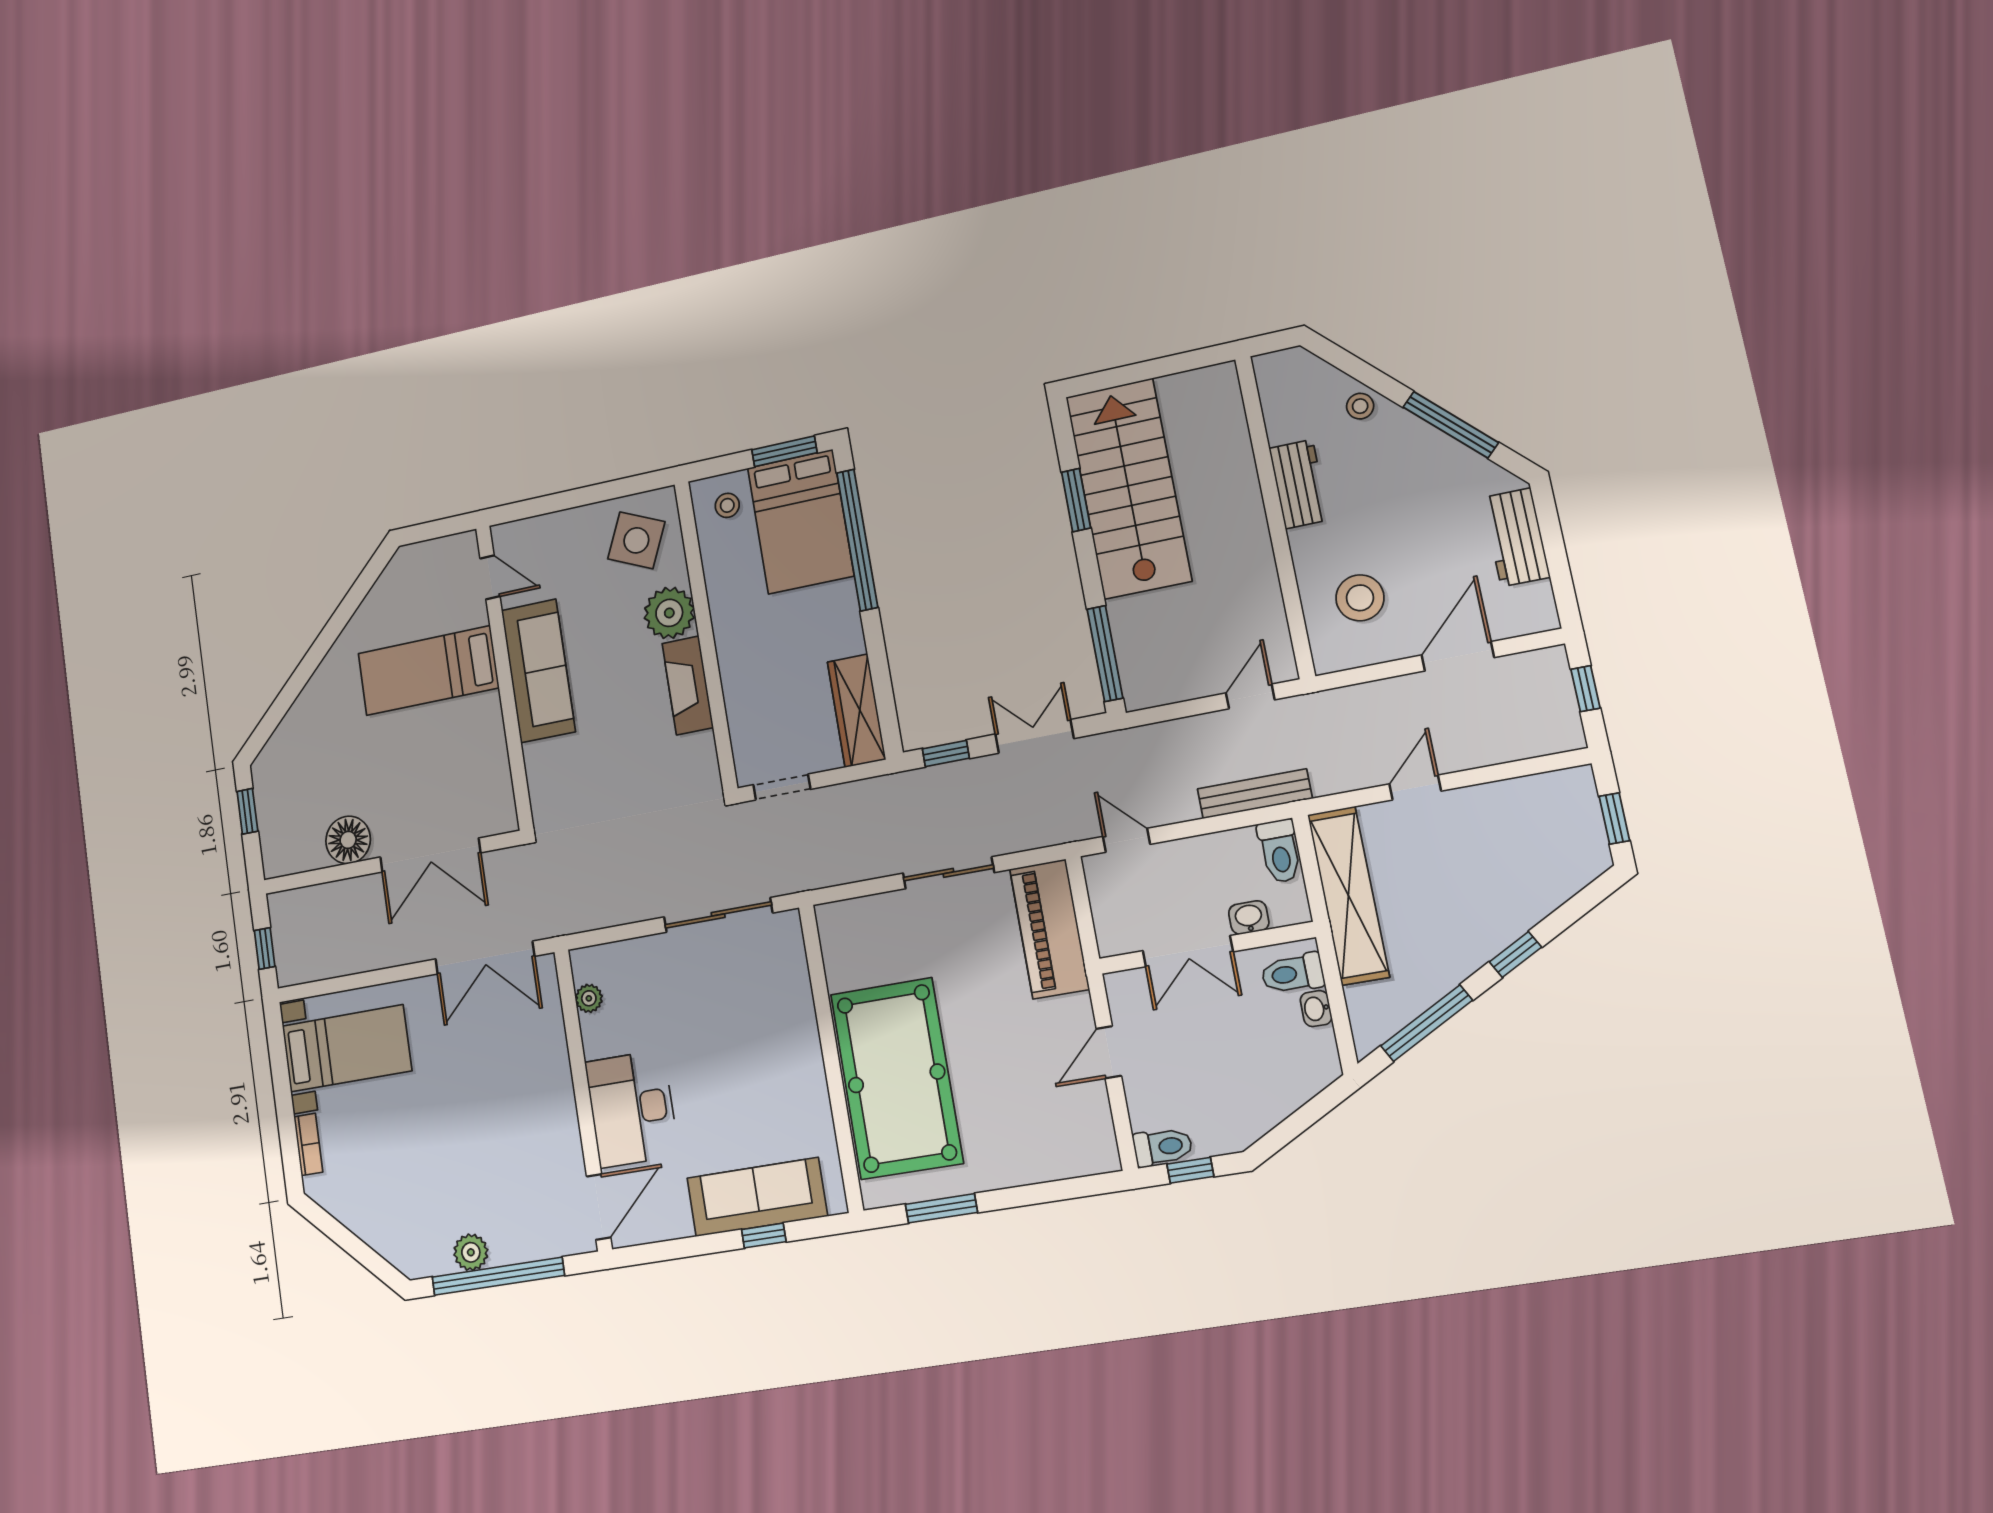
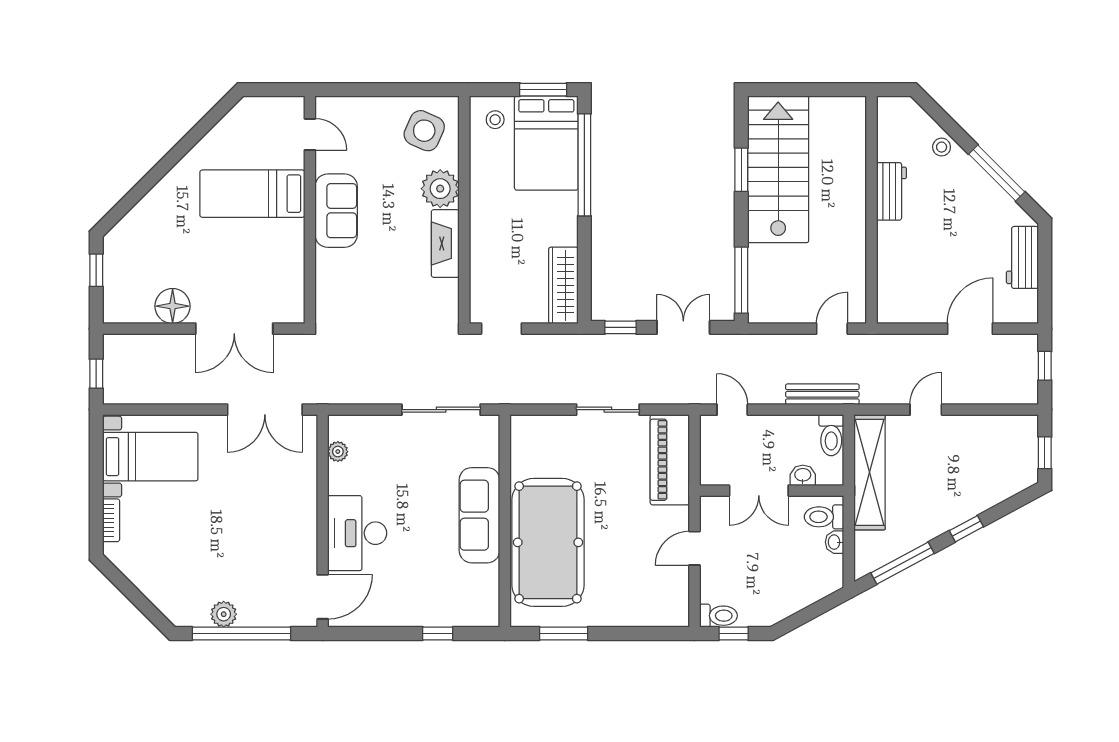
stool: (1360, 598) -> (916, 277), removed
sofa: (538, 671) -> (336, 211), width x0.73
sofa: (757, 1197) -> (479, 515), moved, turned -90

